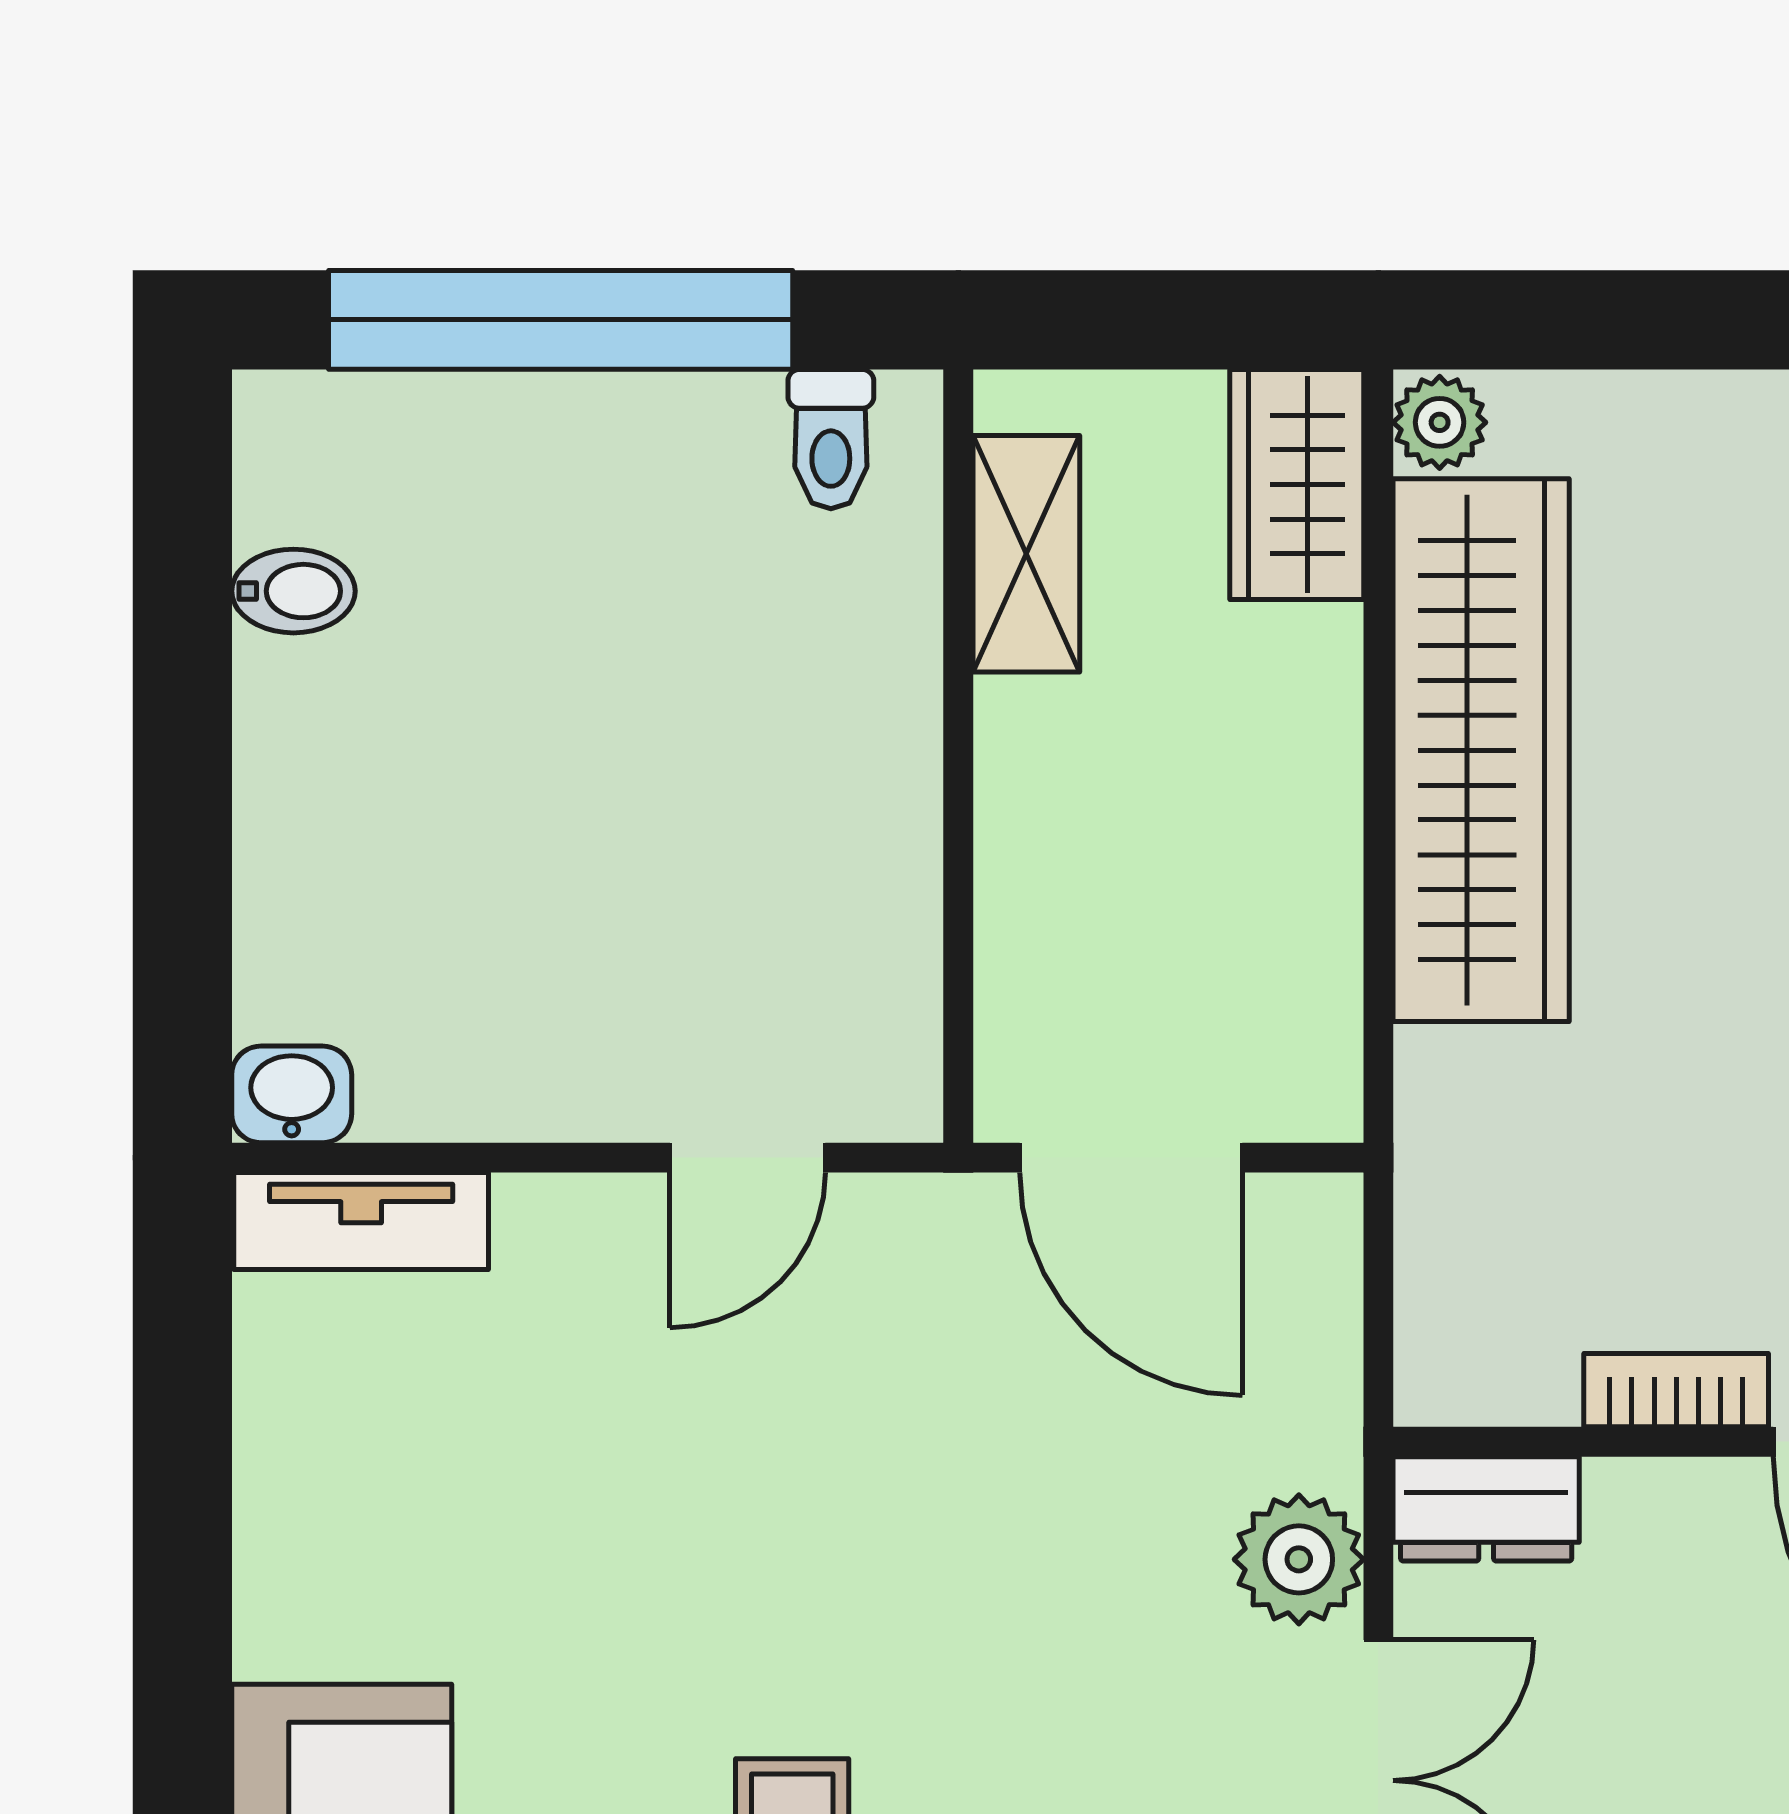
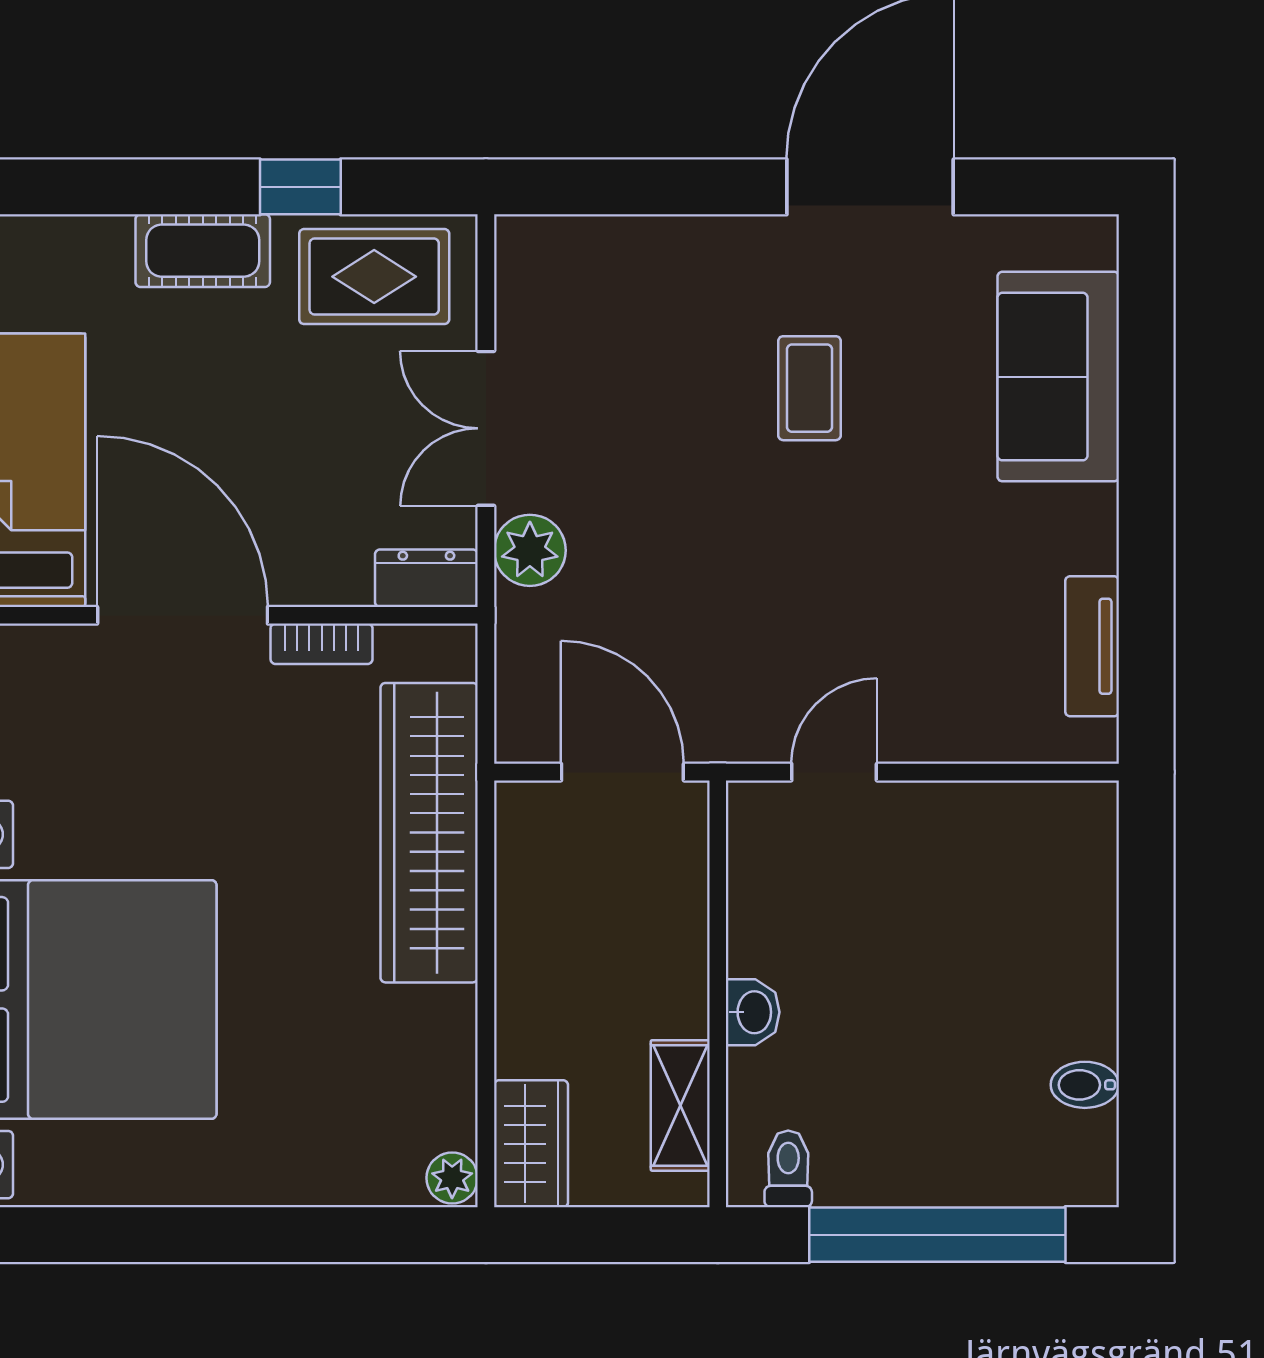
wardrobe: (1481, 750) -> (429, 833), moved
washbasin: (292, 1094) -> (753, 1012), moved, turned -90
tv unit: (361, 1221) -> (1092, 646), moved, turned -90

